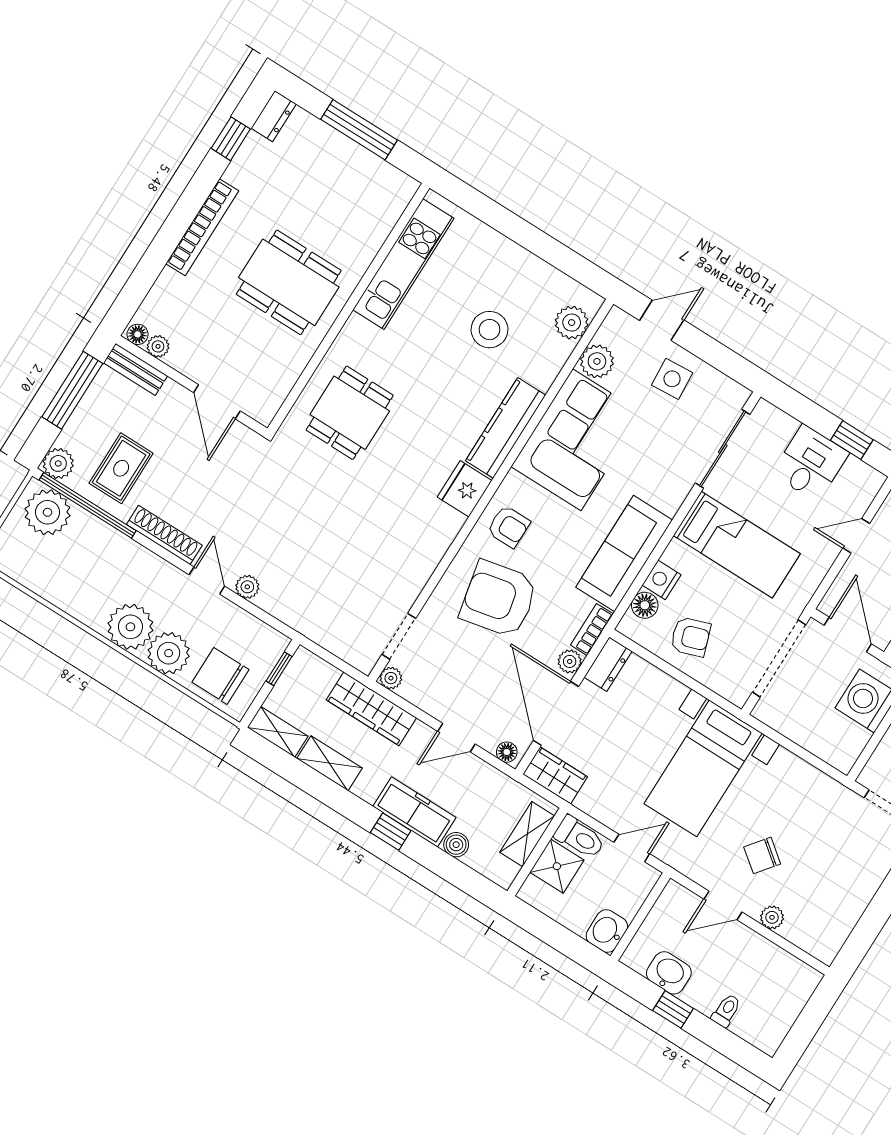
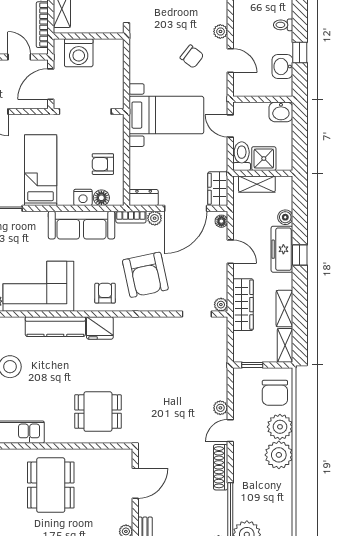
rug: (121, 468) -> (200, 511), removed
armchair: (690, 637) -> (103, 164), turned -71

